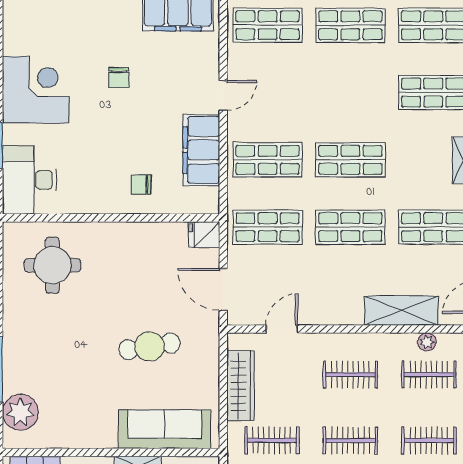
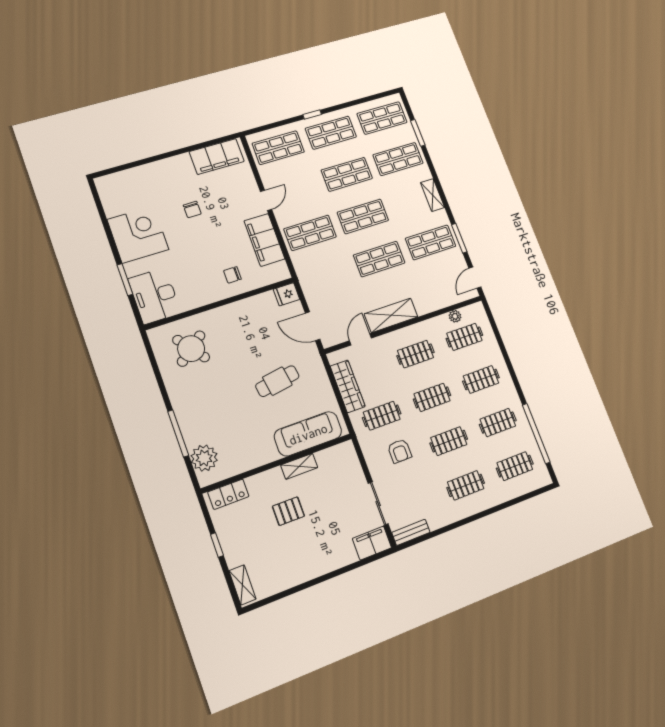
shop shelf: (268, 227) -> (347, 174), moved
round table: (53, 265) -> (191, 349), turned -38
shelving: (401, 311) -> (391, 315), moved

